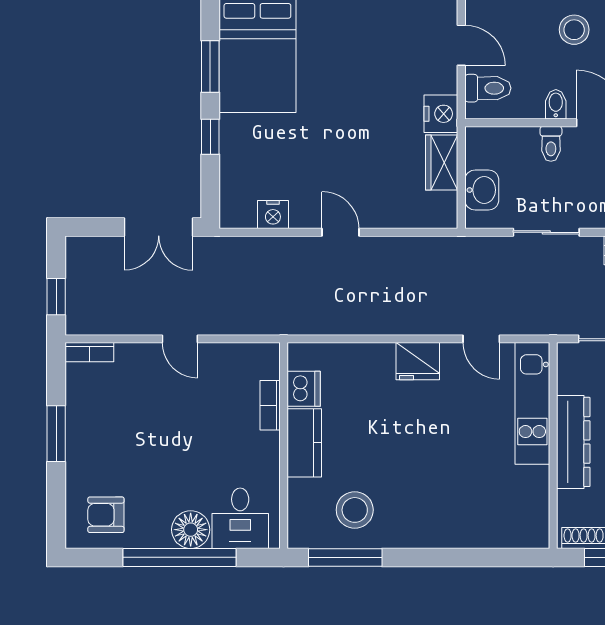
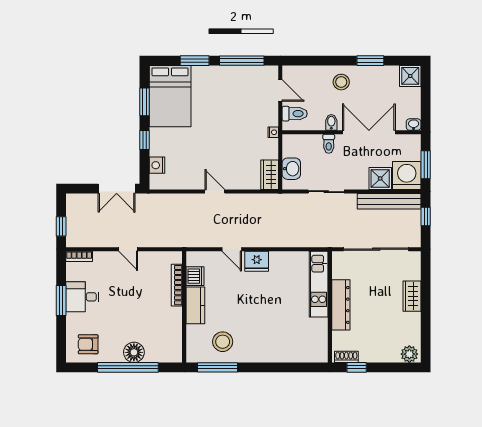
nightstand: (441, 114) -> (273, 132), width x0.53, depth x0.56
wardrobe: (442, 163) -> (270, 175), moved
nightstand: (273, 215) -> (157, 165), moved, turned 90
door: (481, 339) -> (232, 249), moved
bookcase: (270, 405) -> (177, 285), width x1.56
desk: (240, 518) -> (82, 297), moved, turned 90

